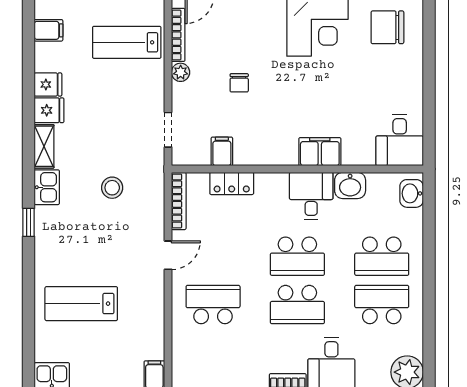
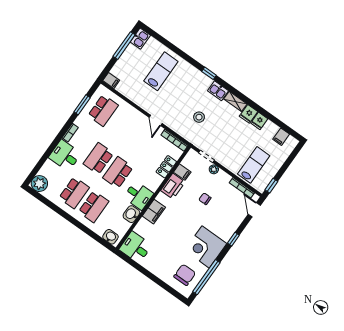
plant: (181, 72) -> (214, 169), moved
printer: (256, 150) -> (173, 186), added
school desk: (382, 256) -> (94, 207), turned 180
school desk: (213, 305) -> (103, 110), moved

